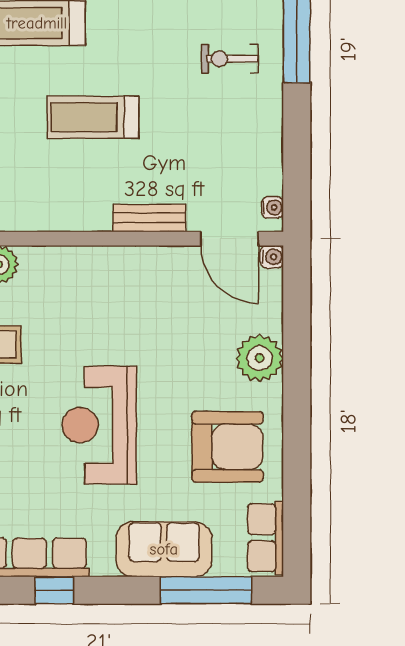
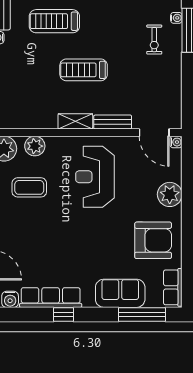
exercise bike: (230, 59) -> (154, 40), turned -90
water cooler: (272, 207) -> (176, 18), moved
shelving: (77, 217) -> (75, 121), added
reception desk: (99, 425) -> (95, 177), moved

